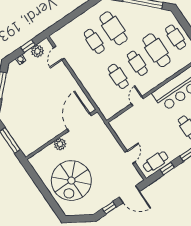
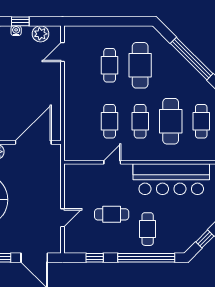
window: (28, 46) -> (20, 21), moved
cafe table: (156, 162) -> (112, 214), moved

